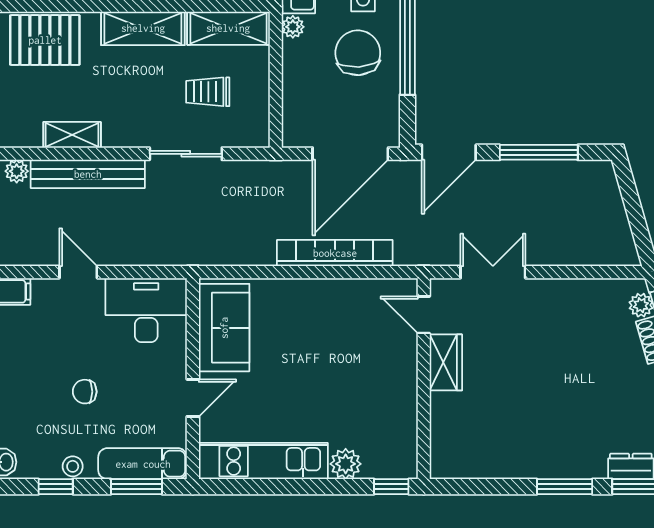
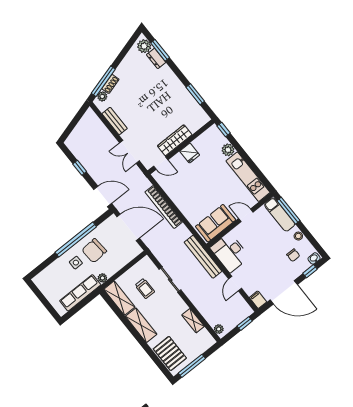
window: (539, 152) -> (80, 168), width x0.46
bench: (88, 174) -> (203, 257), moved
bench: (575, 291) -> (115, 121), added
door: (424, 315) -> (161, 163), hinge flipped
wardrobe: (446, 362) -> (175, 140), width x1.50
fridge: (398, 386) -> (190, 153), added
chair: (85, 392) -> (293, 255), moved
window: (56, 487) -> (309, 236), removed
window: (136, 487) -> (288, 211), width x1.44
window: (565, 487) -> (195, 94), moved

